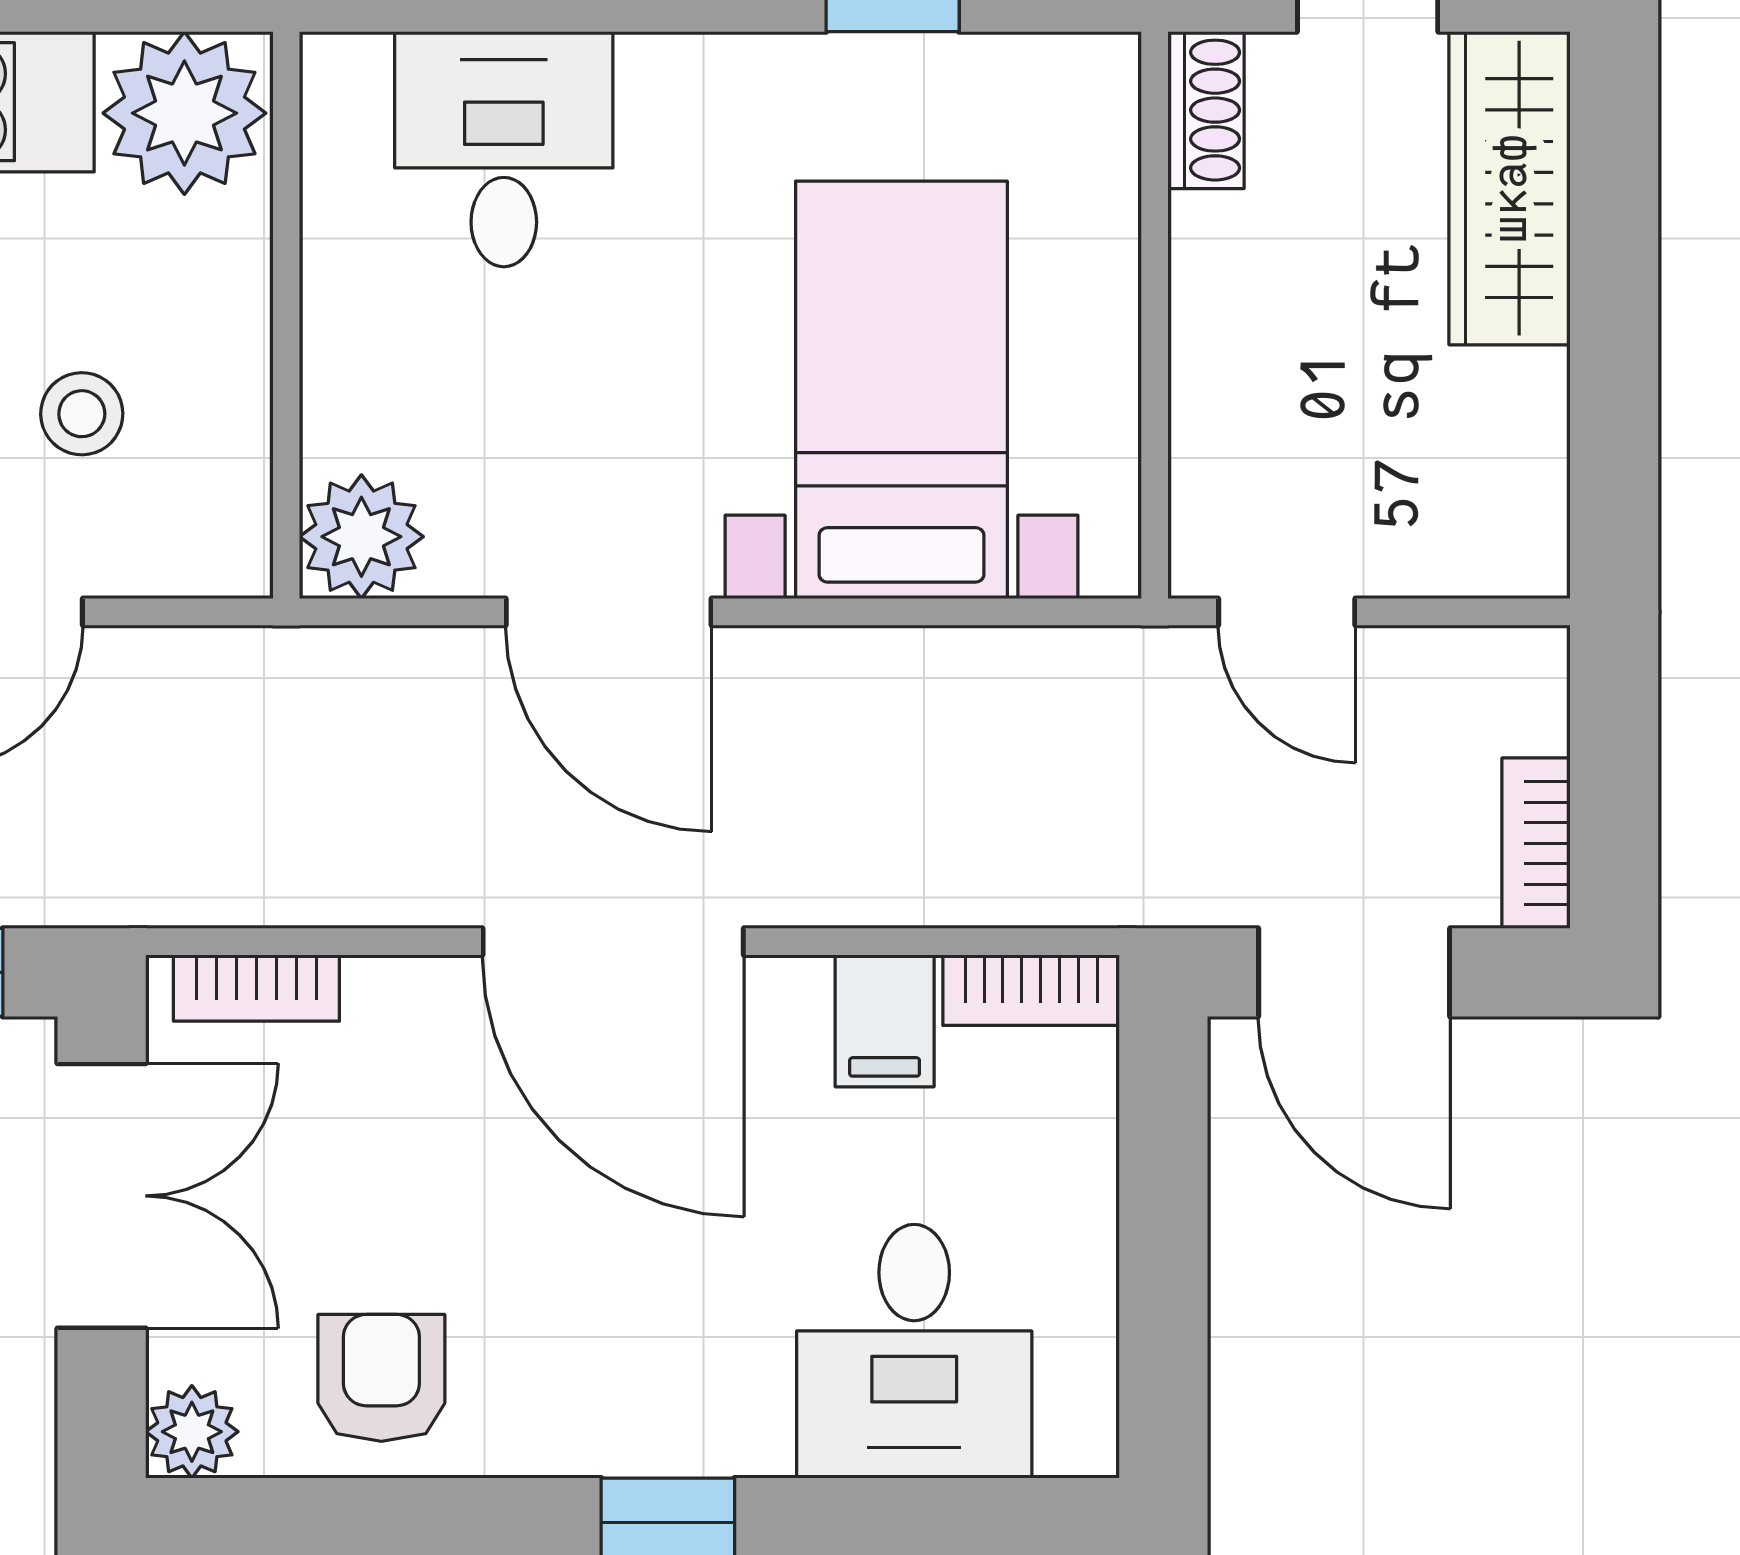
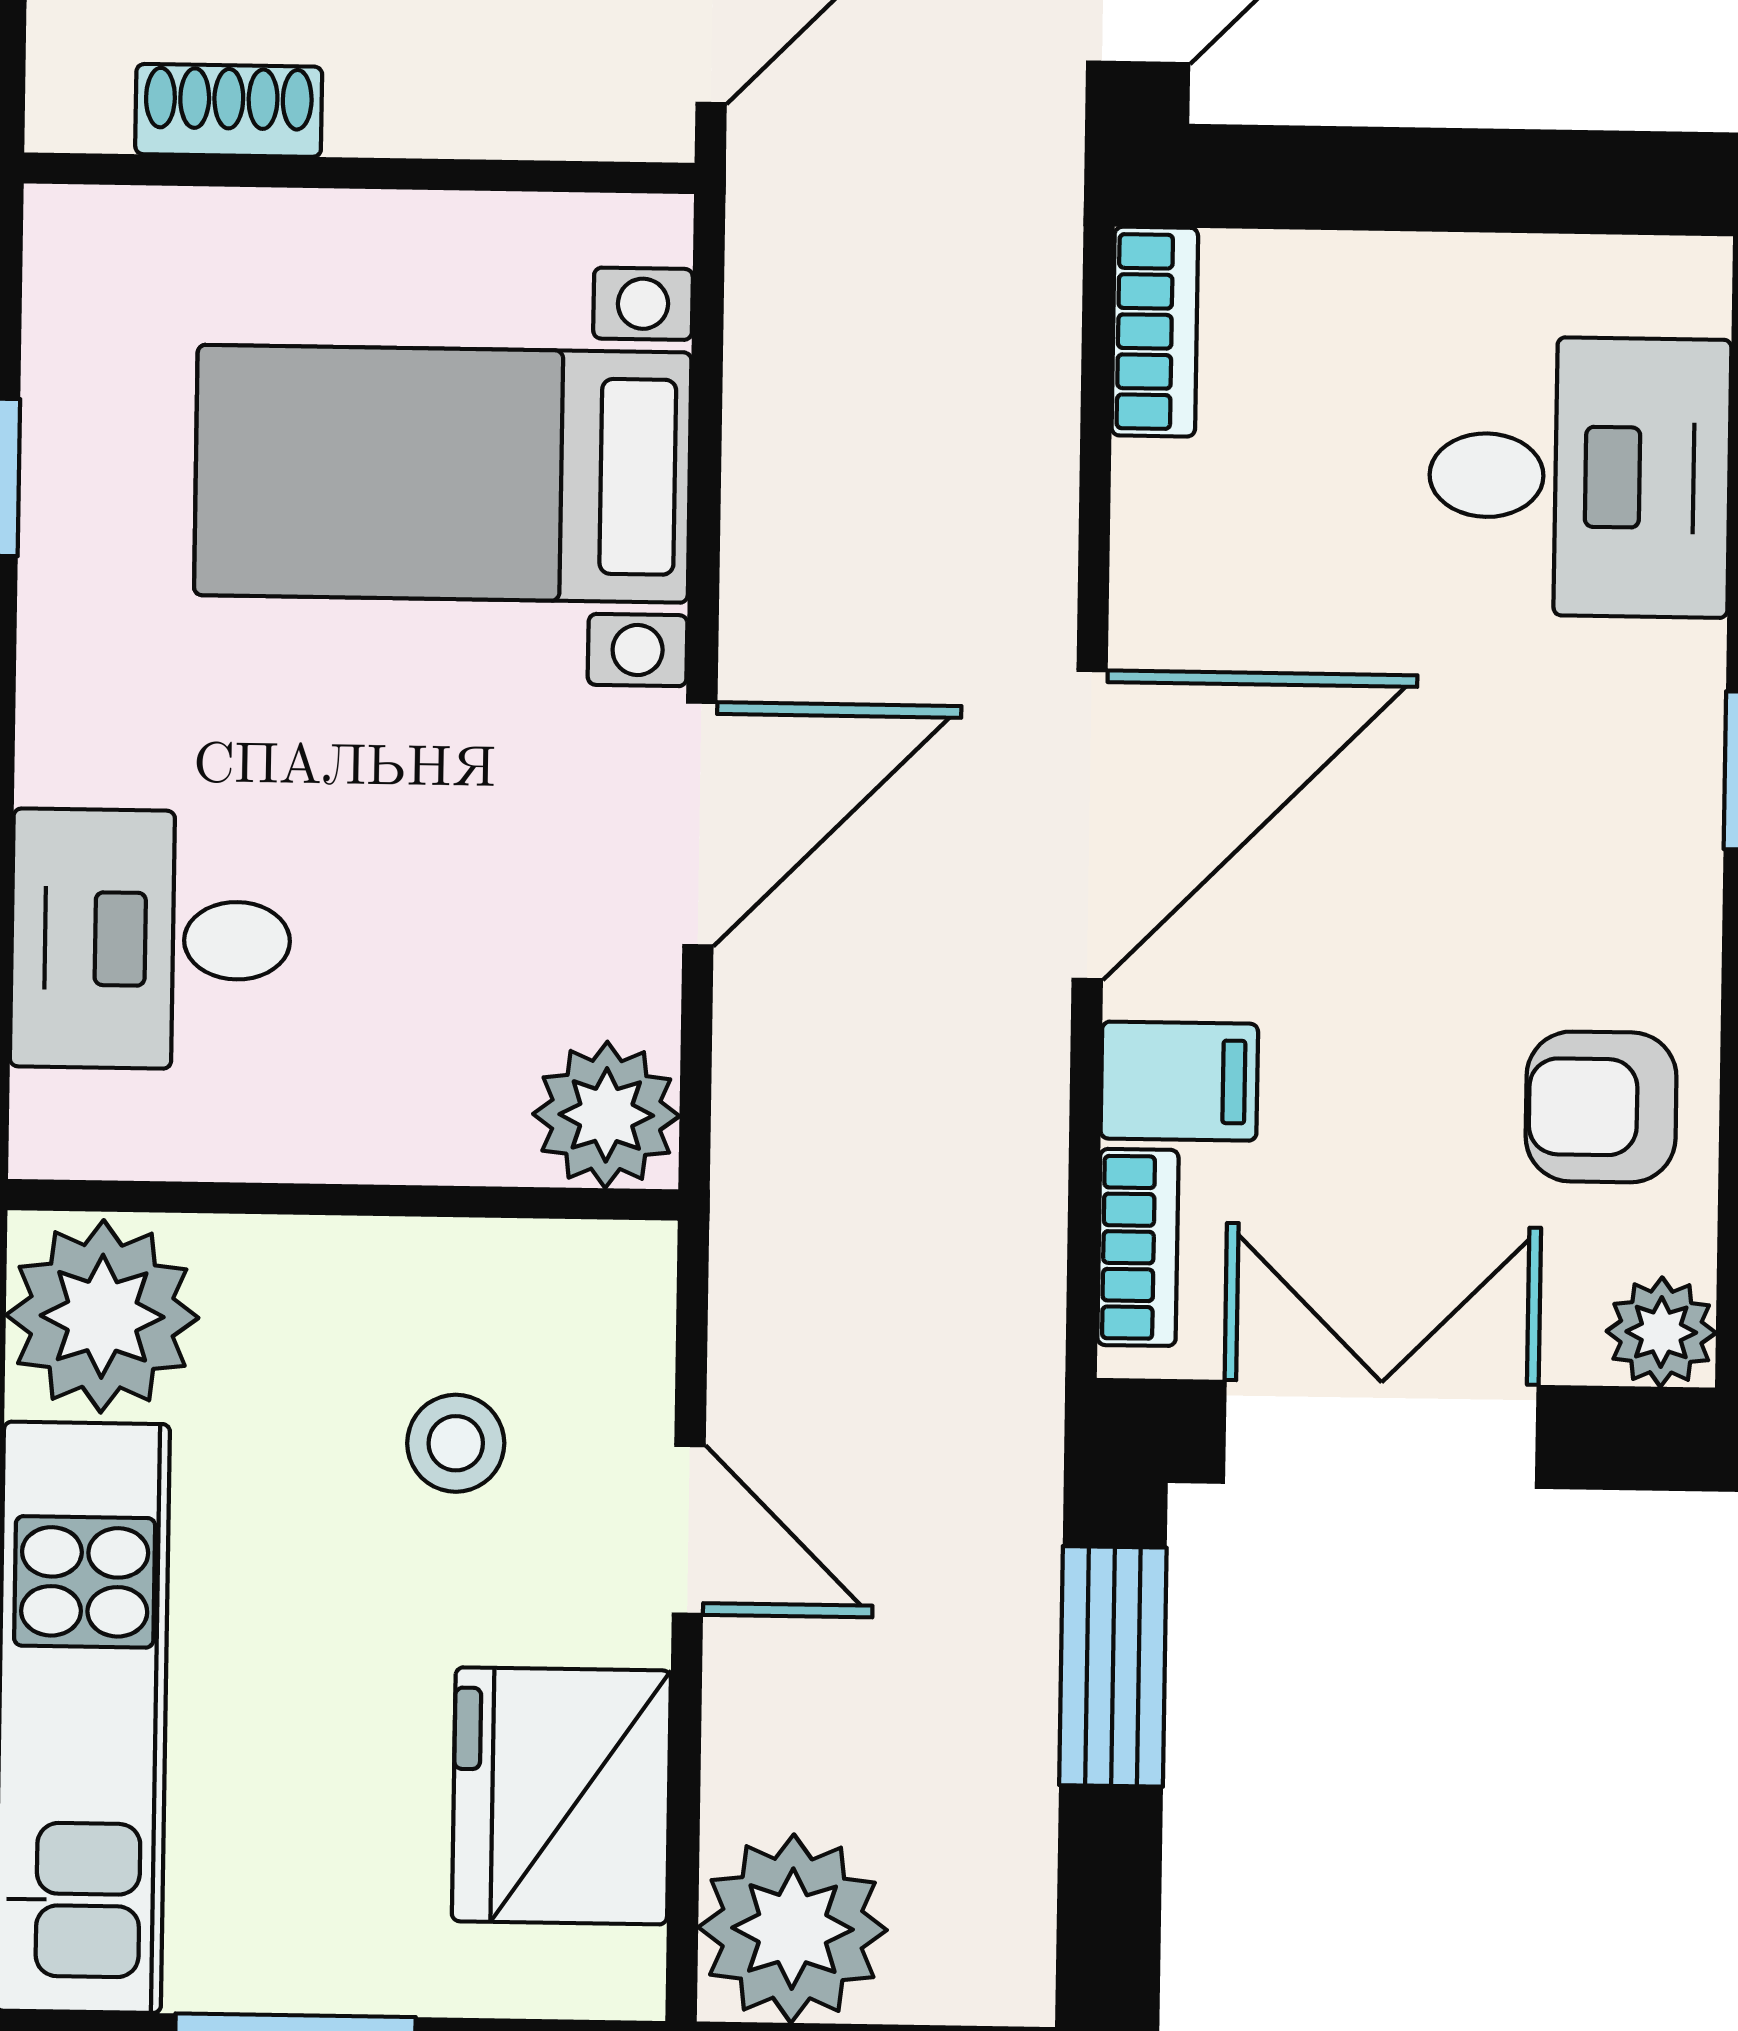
shoe rack: (1206, 110) -> (229, 110), moved
filing cabinet: (885, 1021) -> (1179, 1081), moved

